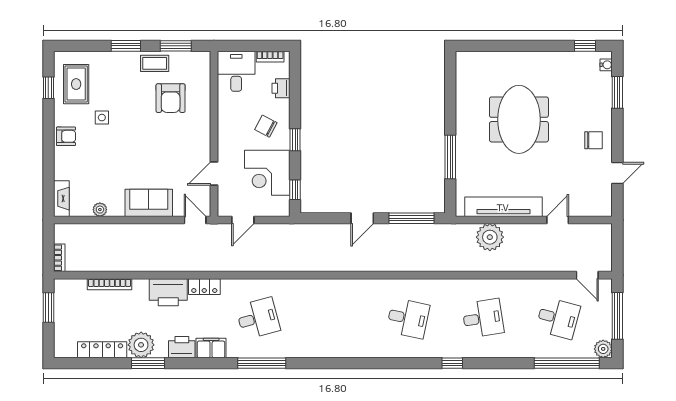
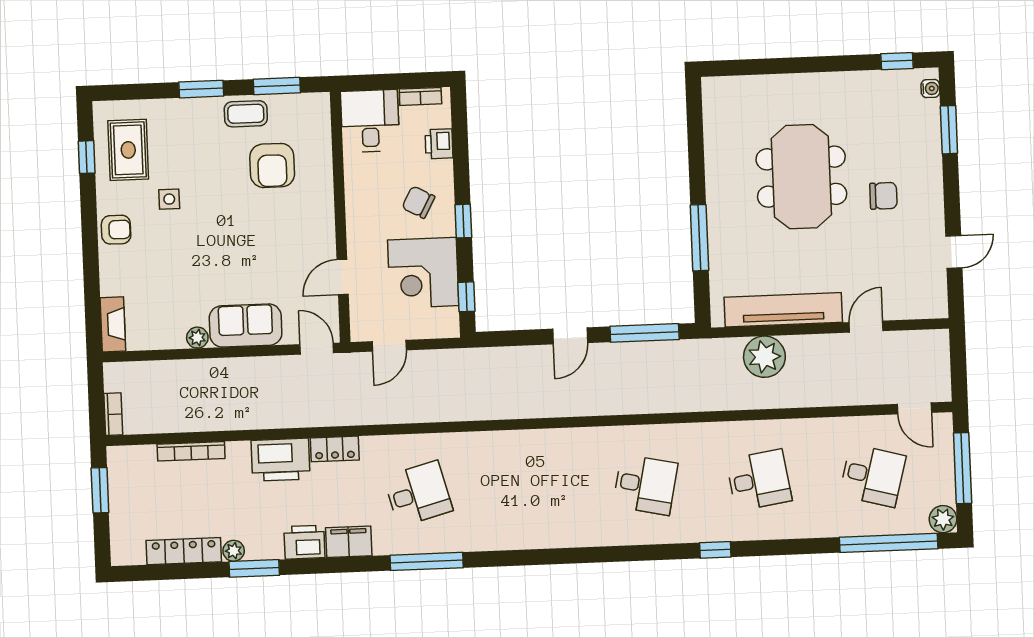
chair: (593, 140) -> (883, 196), moved
plant: (100, 210) -> (197, 338), moved
plant: (141, 345) -> (234, 551), width x0.53, depth x0.53

